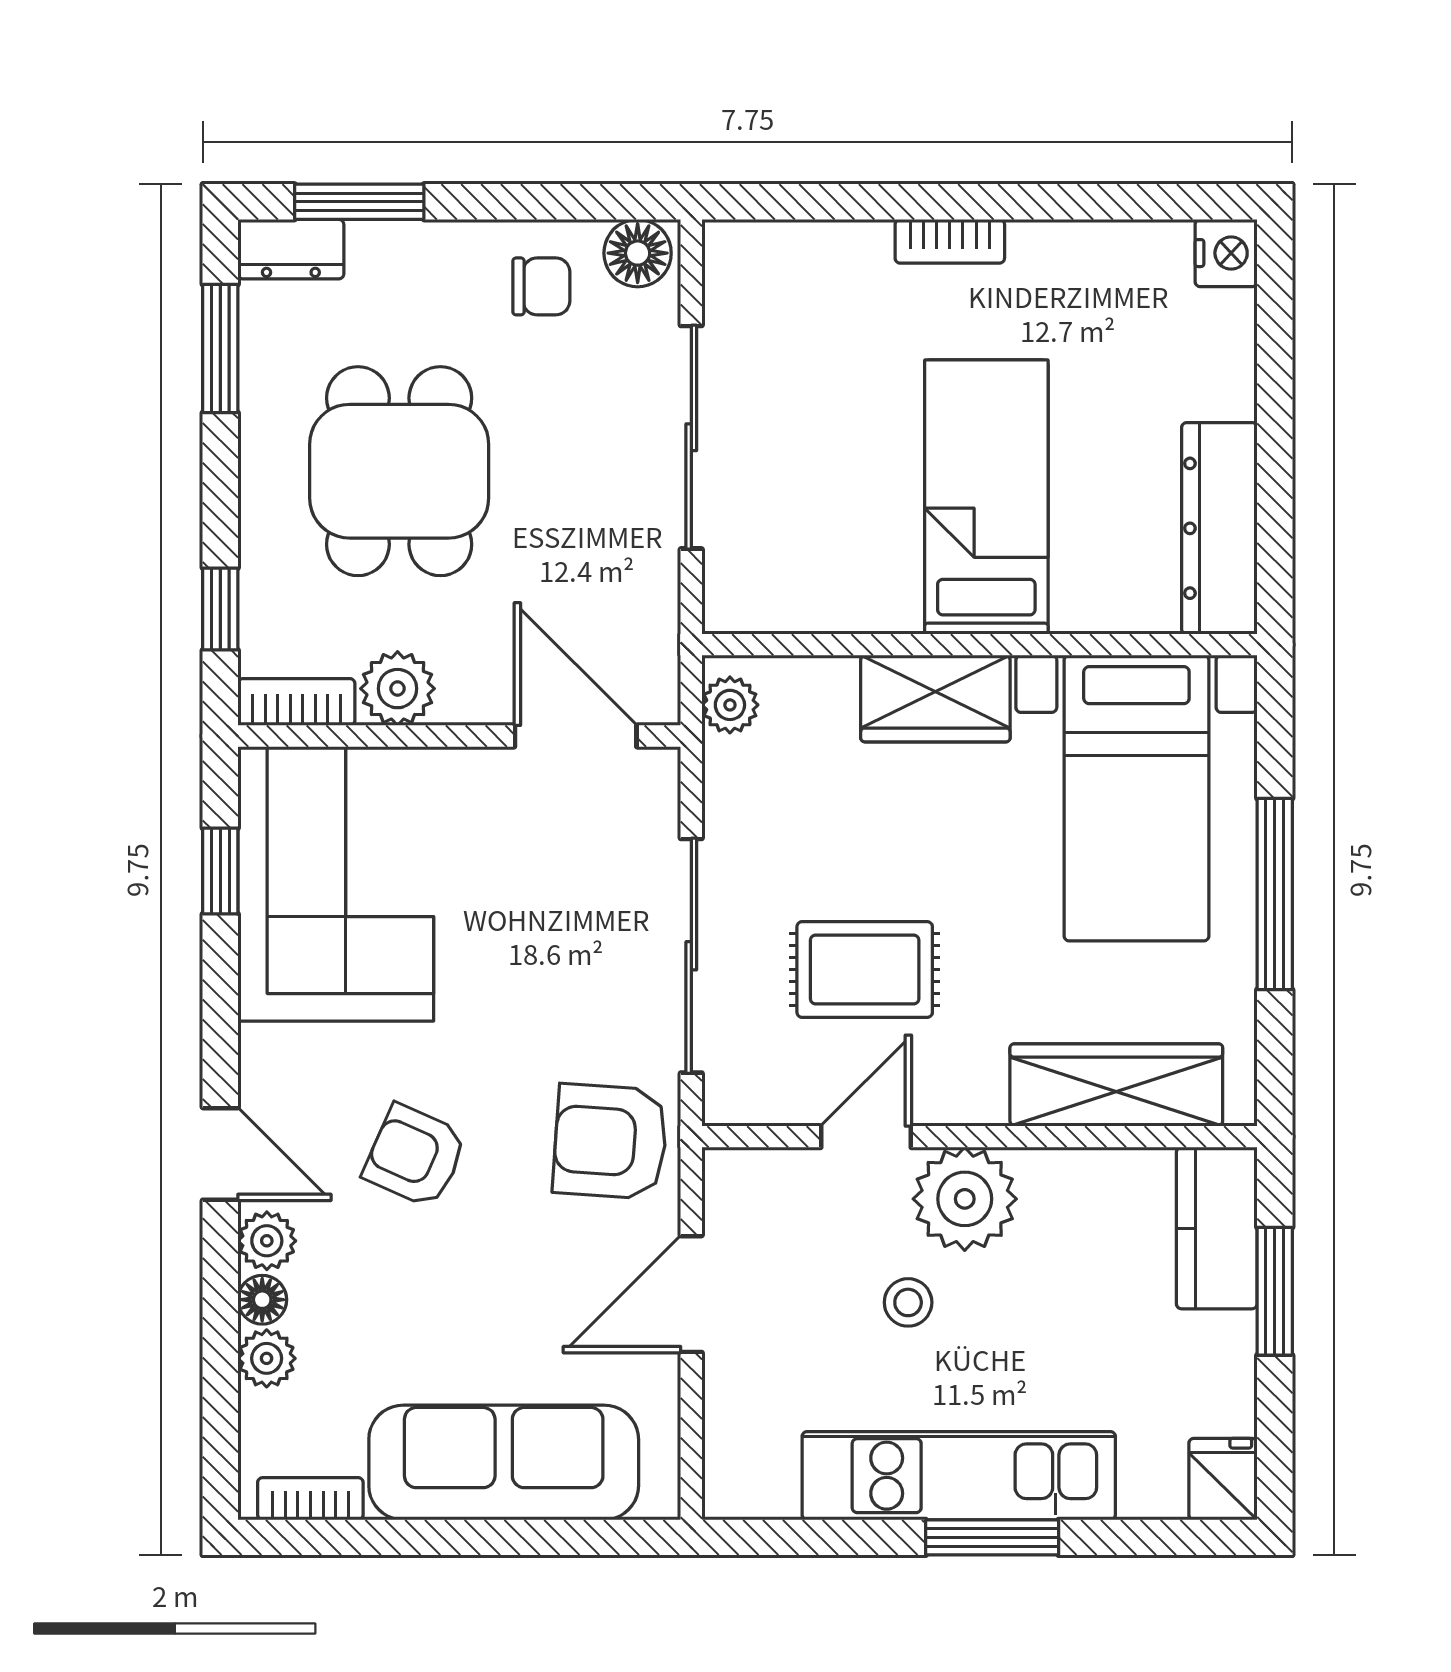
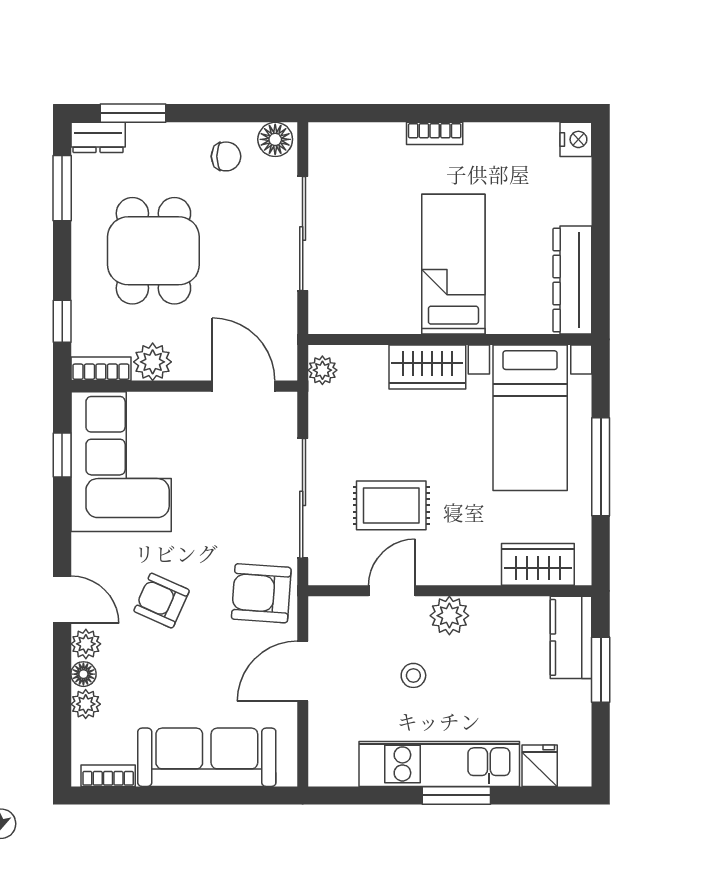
wardrobe: (1116, 1085) -> (538, 564), width x0.67
plant: (965, 1199) -> (449, 616), width x0.73, depth x0.73
fridge: (1223, 1479) -> (540, 766), moved

